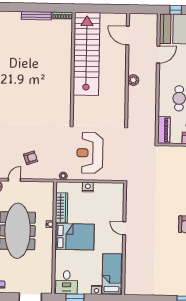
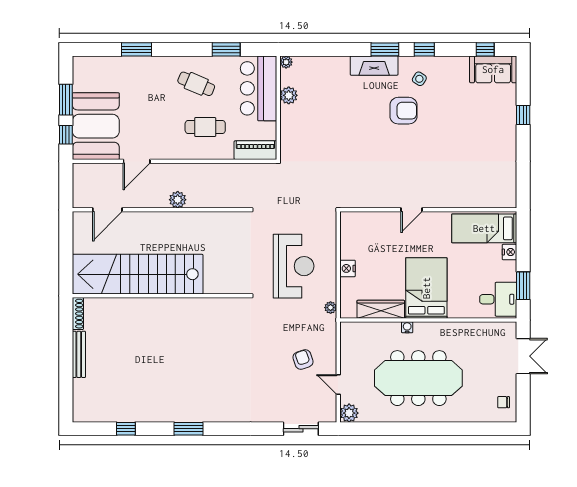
door: (158, 55) -> (137, 161), swing flipped
reception desk: (90, 153) -> (294, 266), turned -90

